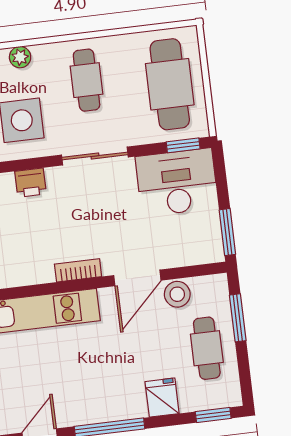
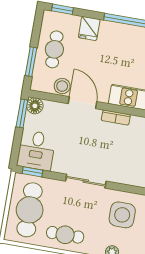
cafe table: (87, 80) -> (65, 235), moved, turned 90
desk: (177, 182) -> (36, 150), width x0.73
printer: (30, 183) -> (128, 177), removed
floor lamp: (211, 250) -> (35, 106), added
door: (137, 278) -> (83, 103), hinge flipped

